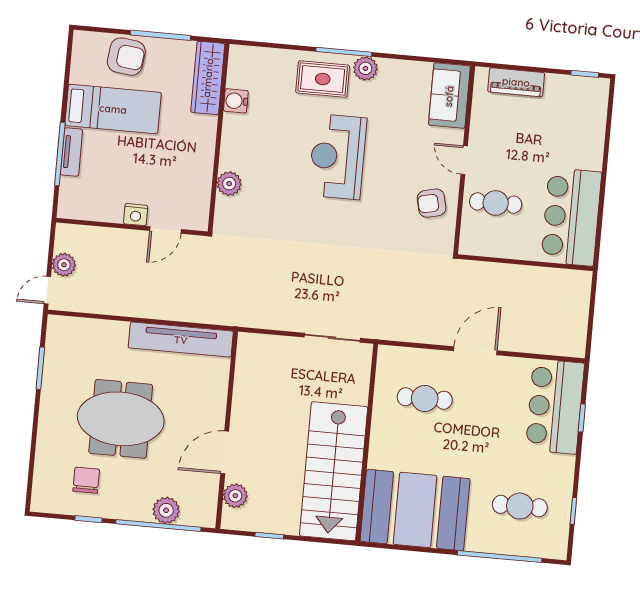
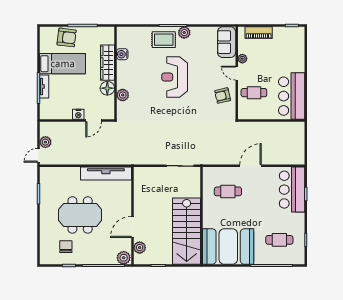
wardrobe: (208, 78) -> (108, 63), moved
plant: (478, 132) -> (242, 59), added
floor lamp: (199, 167) -> (107, 88), added
plant: (166, 510) -> (124, 258), moved

